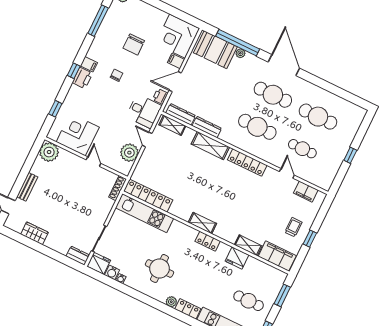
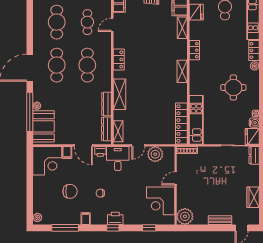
filing cabinet: (89, 64) -> (86, 219), moved
locker: (247, 162) -> (119, 59), width x0.66
locker: (208, 241) -> (194, 50), moved
fridge: (237, 258) -> (196, 12), moved

